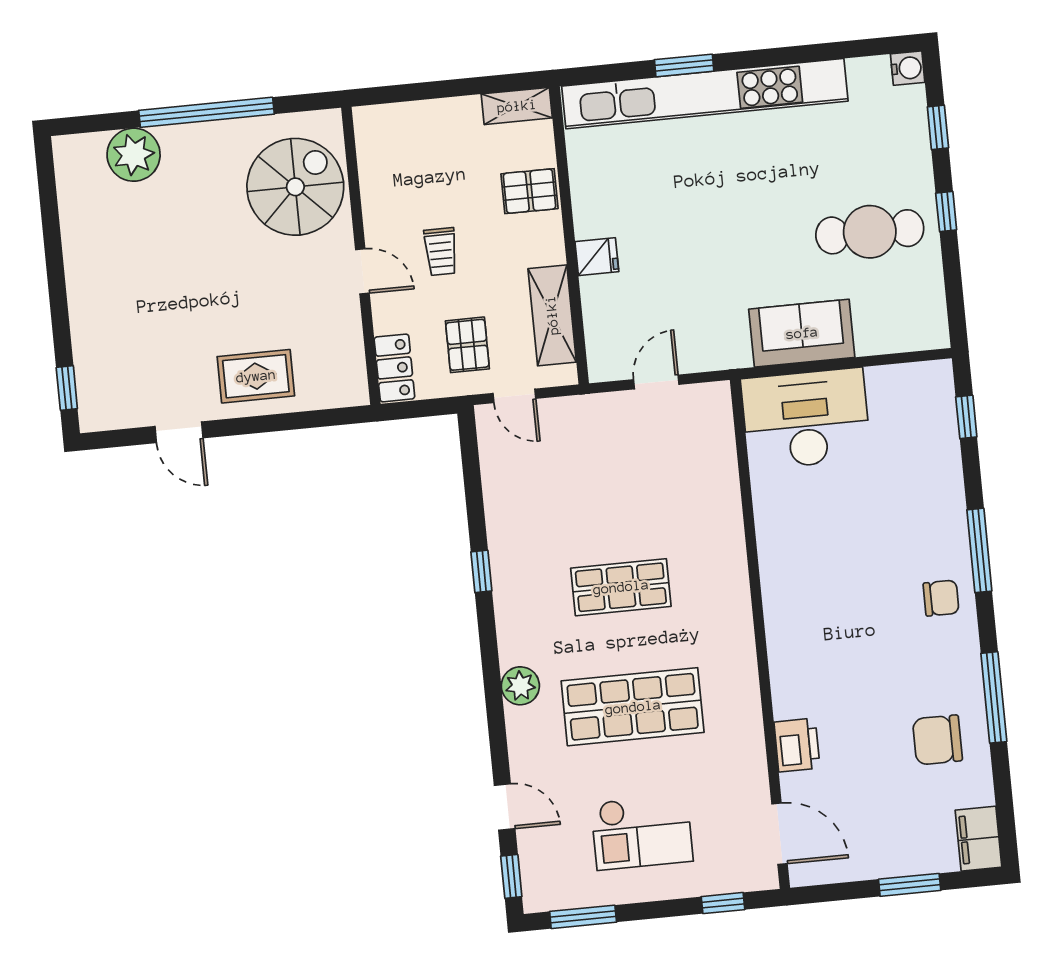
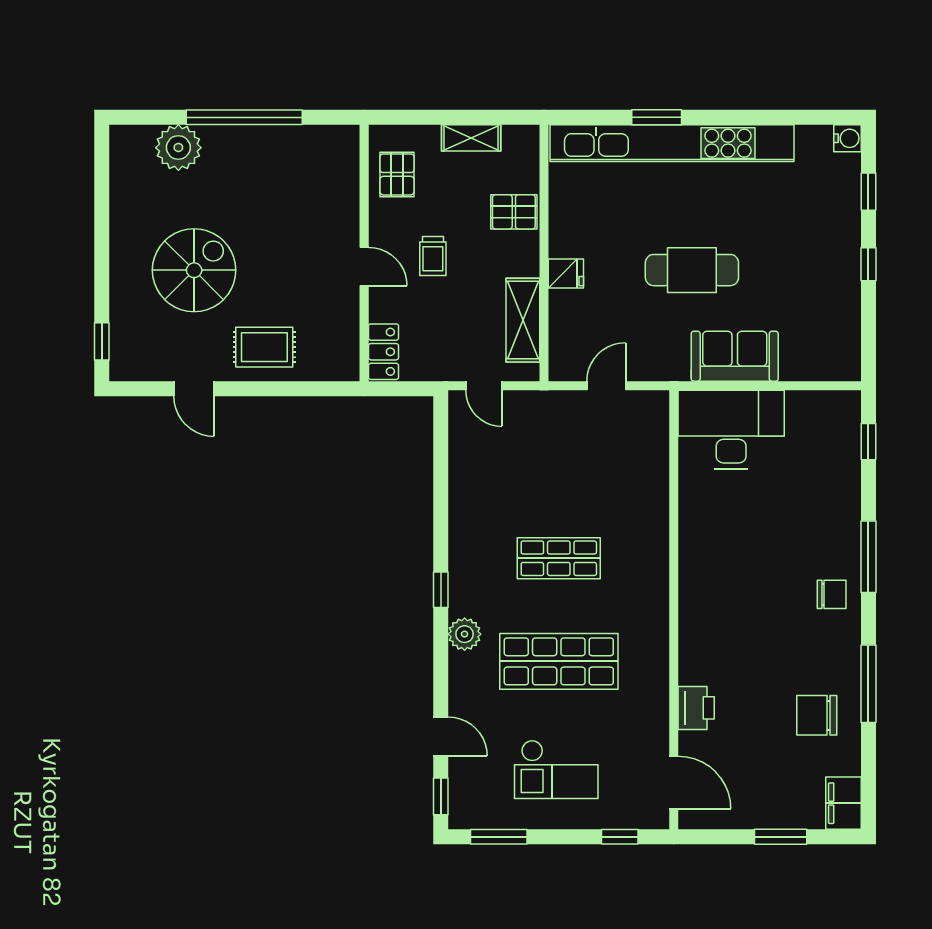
shelving: (517, 106) -> (471, 138), moved
spiral stairs: (295, 187) -> (194, 270), moved
cafe table: (870, 232) -> (692, 270), moved
pallet: (467, 345) -> (397, 174), moved
window: (481, 571) -> (441, 590), moved

